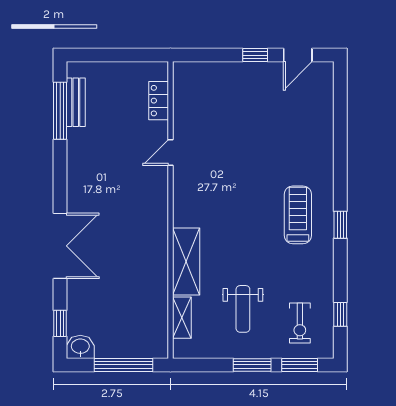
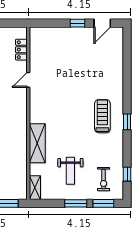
shelving: (182, 318) -> (35, 188), moved

